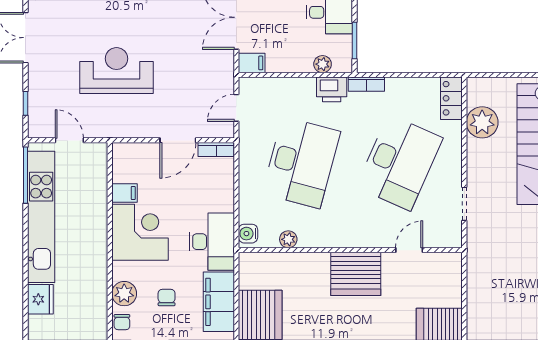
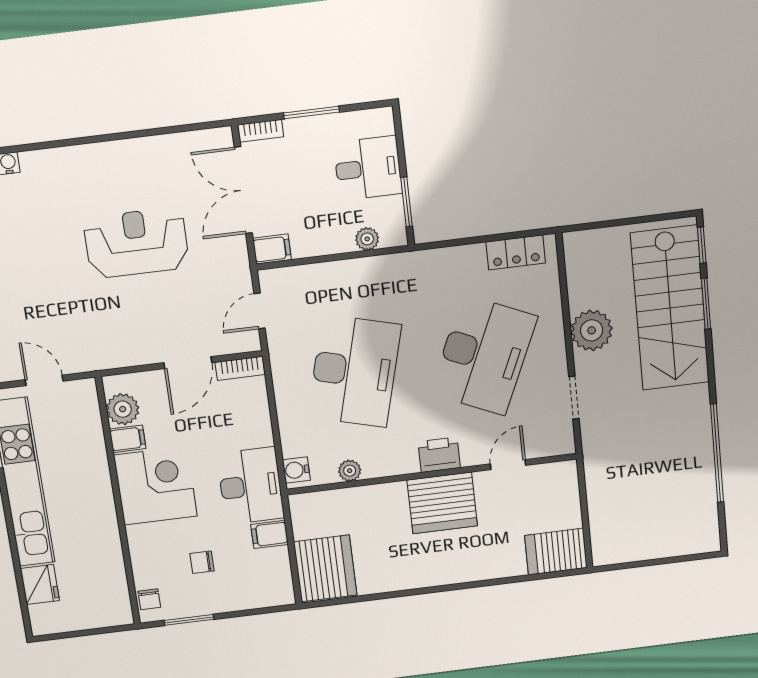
reception desk: (116, 71) -> (136, 243), moved
bookcase: (366, 84) -> (429, 258), removed
printer: (332, 89) -> (439, 455), moved, turned 180
locker: (451, 98) -> (516, 252), moved, turned -90
plant: (482, 122) -> (592, 330), moved
plant: (124, 294) -> (123, 409), moved
chair: (167, 298) -> (202, 562), turned -90
filing cabinet: (219, 302) -> (269, 534), width x0.33, depth x0.86

